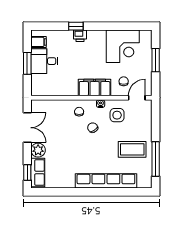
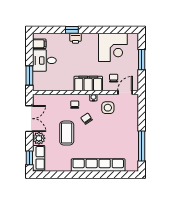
window: (27, 63) -> (29, 76), moved
coffee table: (132, 149) -> (67, 133), moved, turned 90

